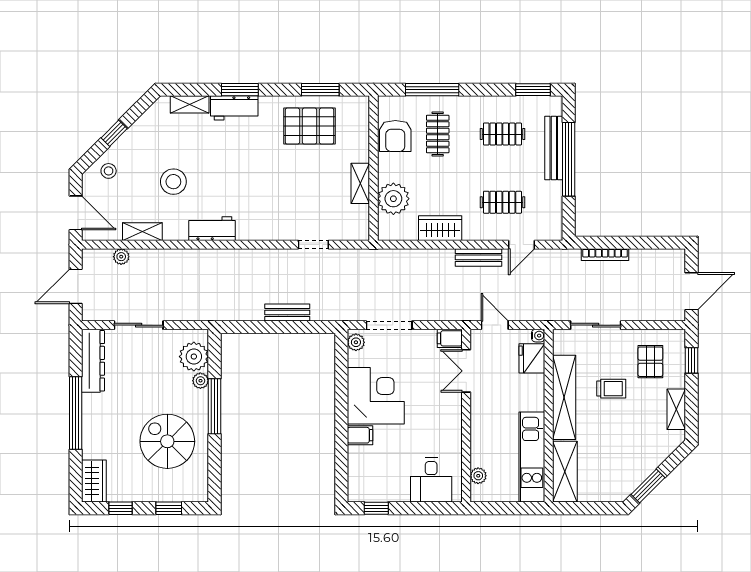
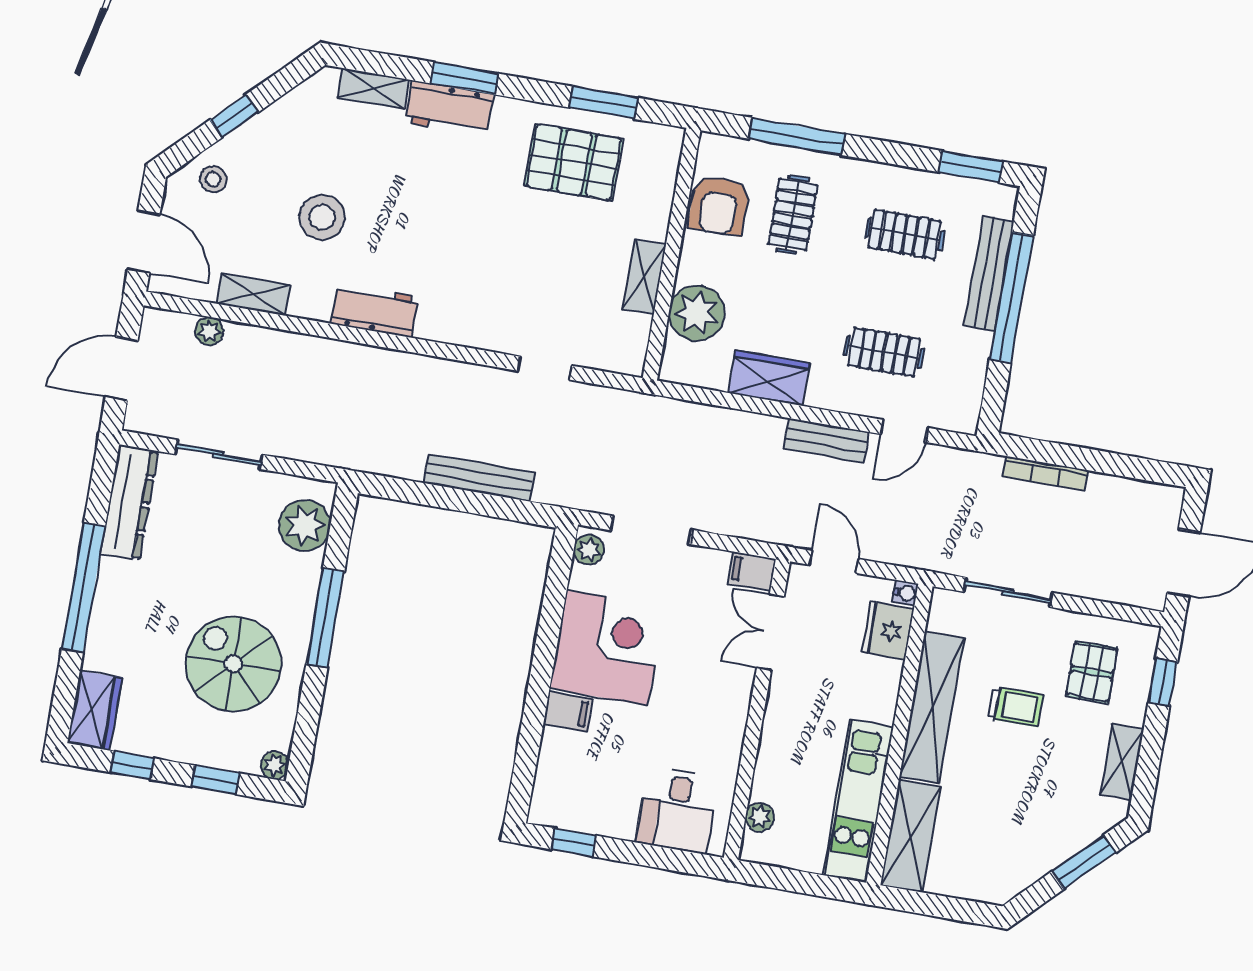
bench: (287, 312) -> (479, 478), width x1.36
plant: (200, 381) -> (275, 765), moved
window: (648, 486) -> (1084, 862), moved

